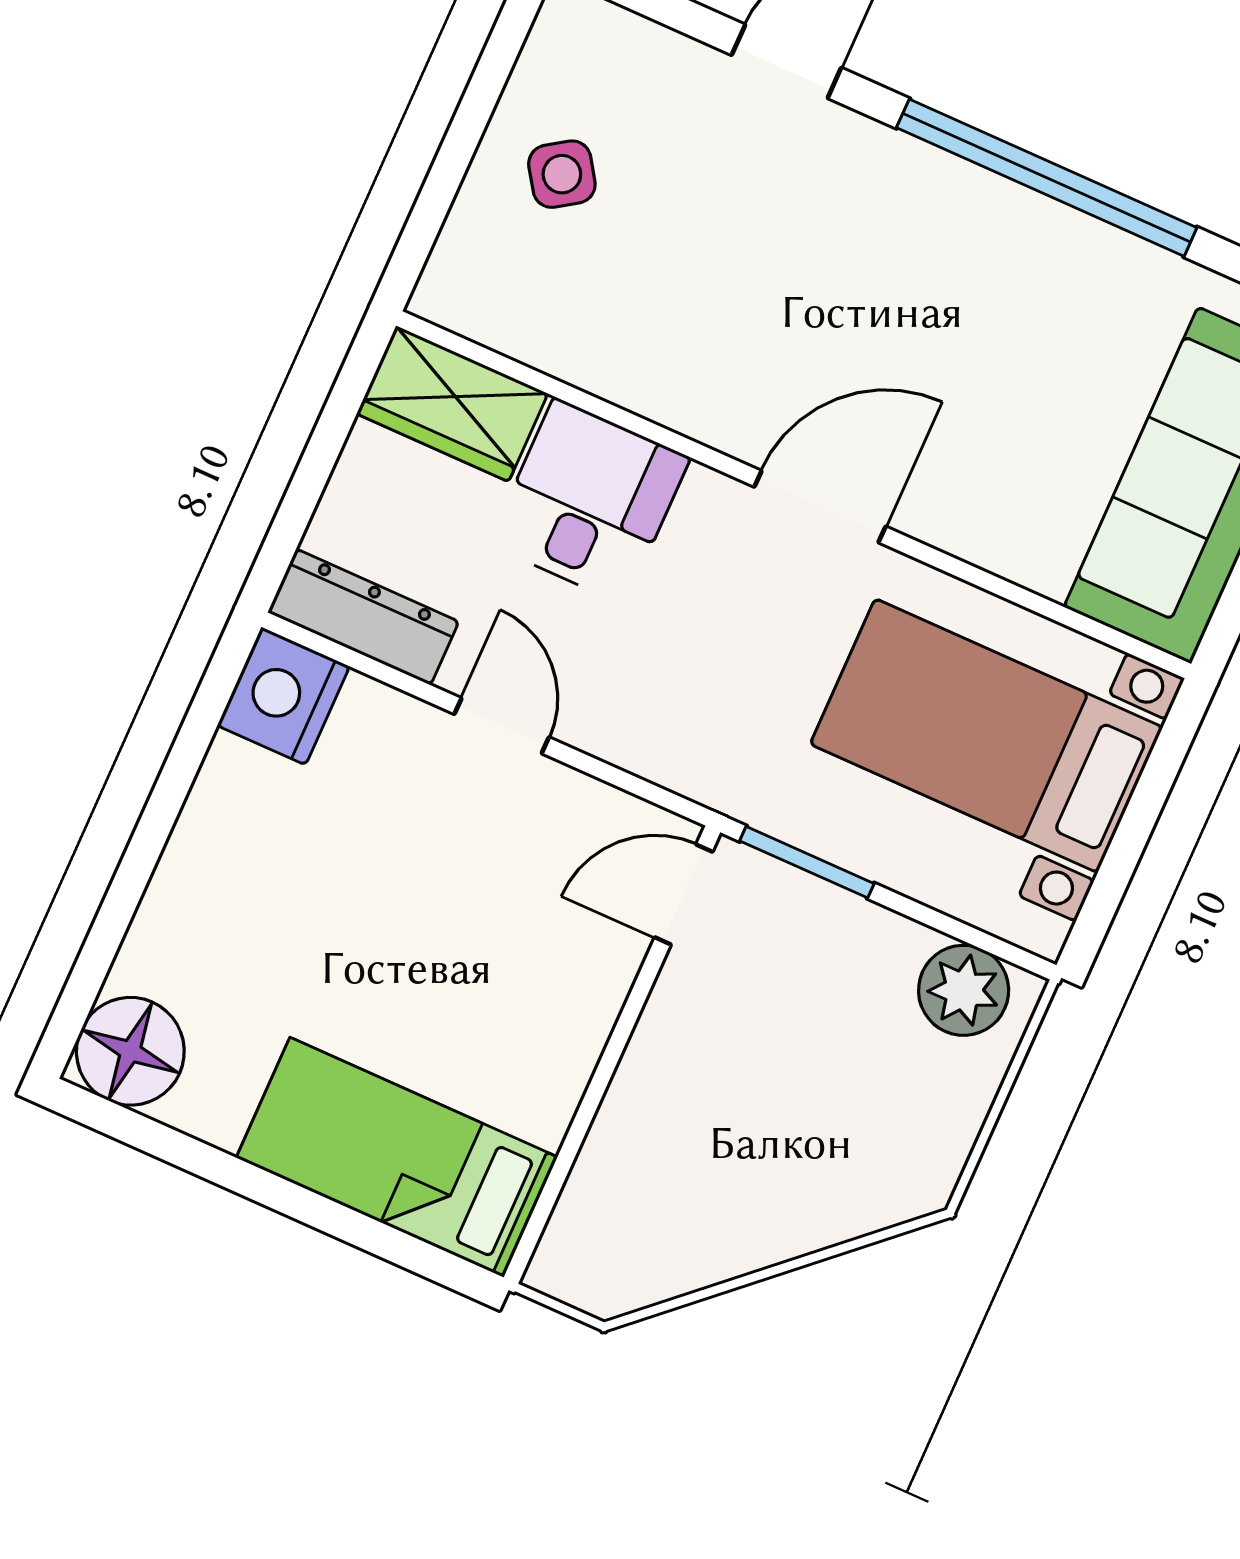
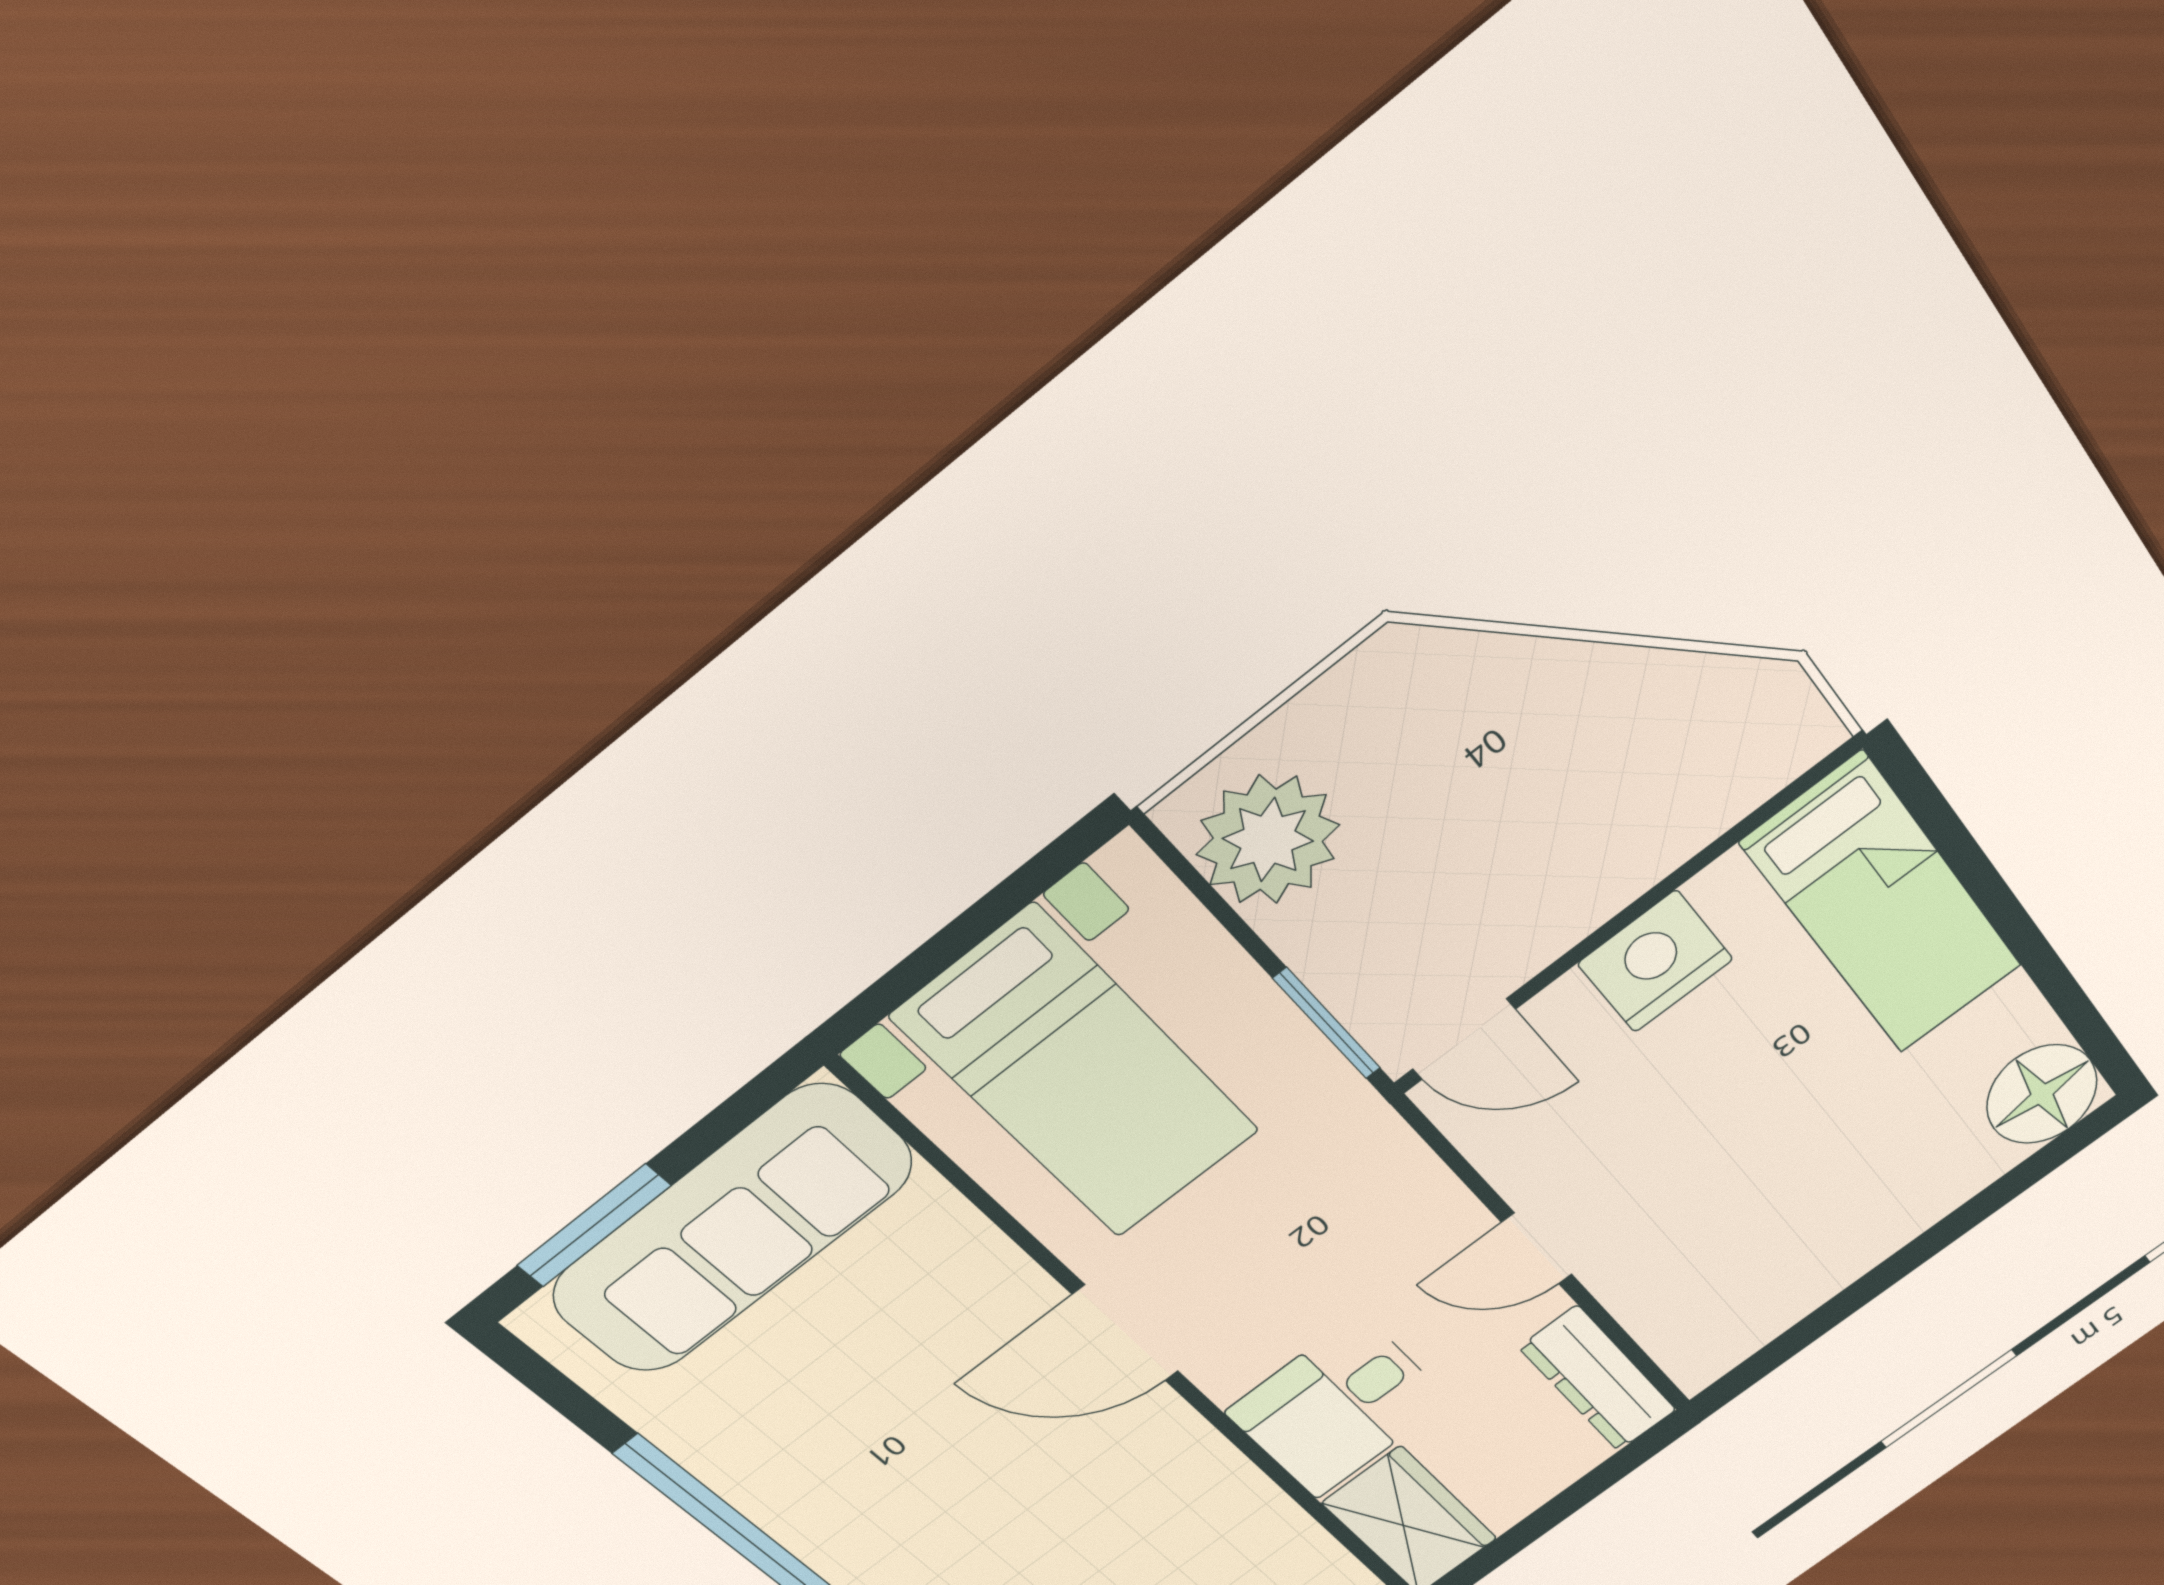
nightstand: (283, 696) -> (1655, 962), moved, turned 180
door: (502, 726) -> (1537, 1248), hinge flipped
plant: (964, 990) -> (1268, 840), width x1.36, depth x1.36

